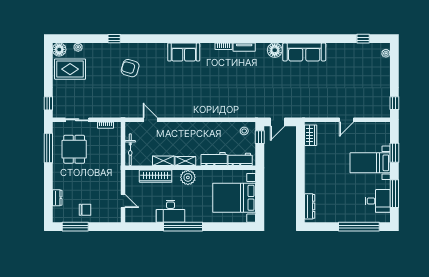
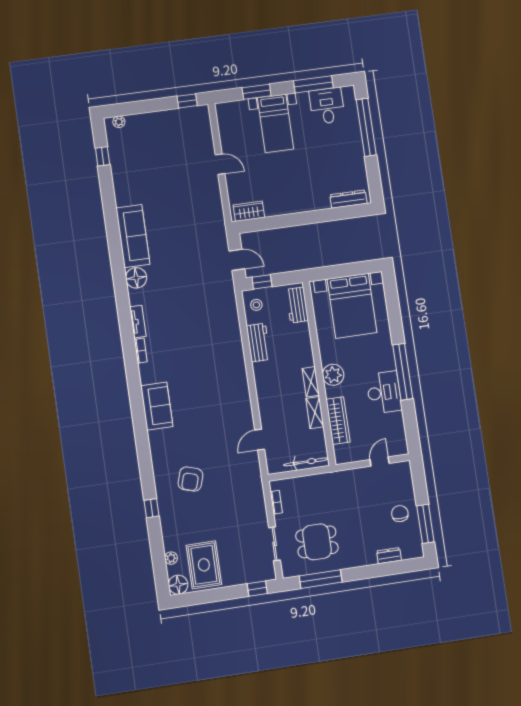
workbench: (214, 159) -> (258, 343), moved, turned 180

